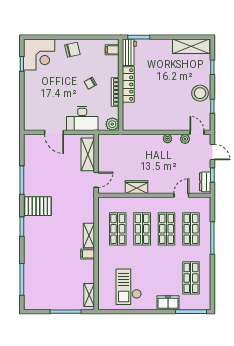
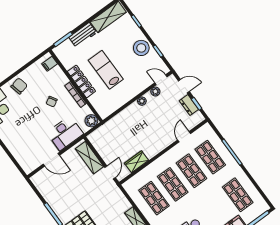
workbench: (129, 52) -> (83, 35), moved, turned 90
lab bench: (156, 90) -> (106, 70), added
dresser: (205, 182) -> (189, 105), moved
wardrobe: (136, 187) -> (136, 162), moved

